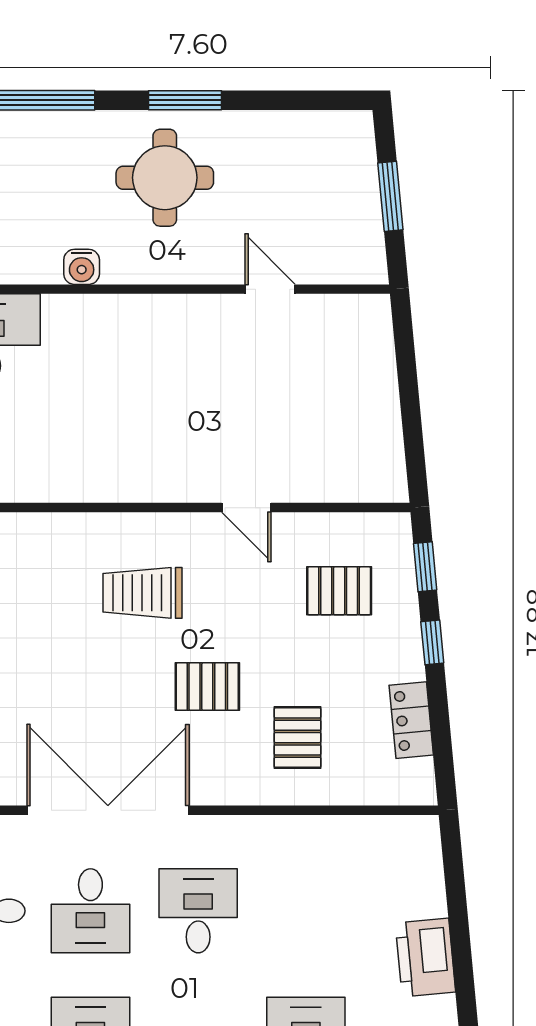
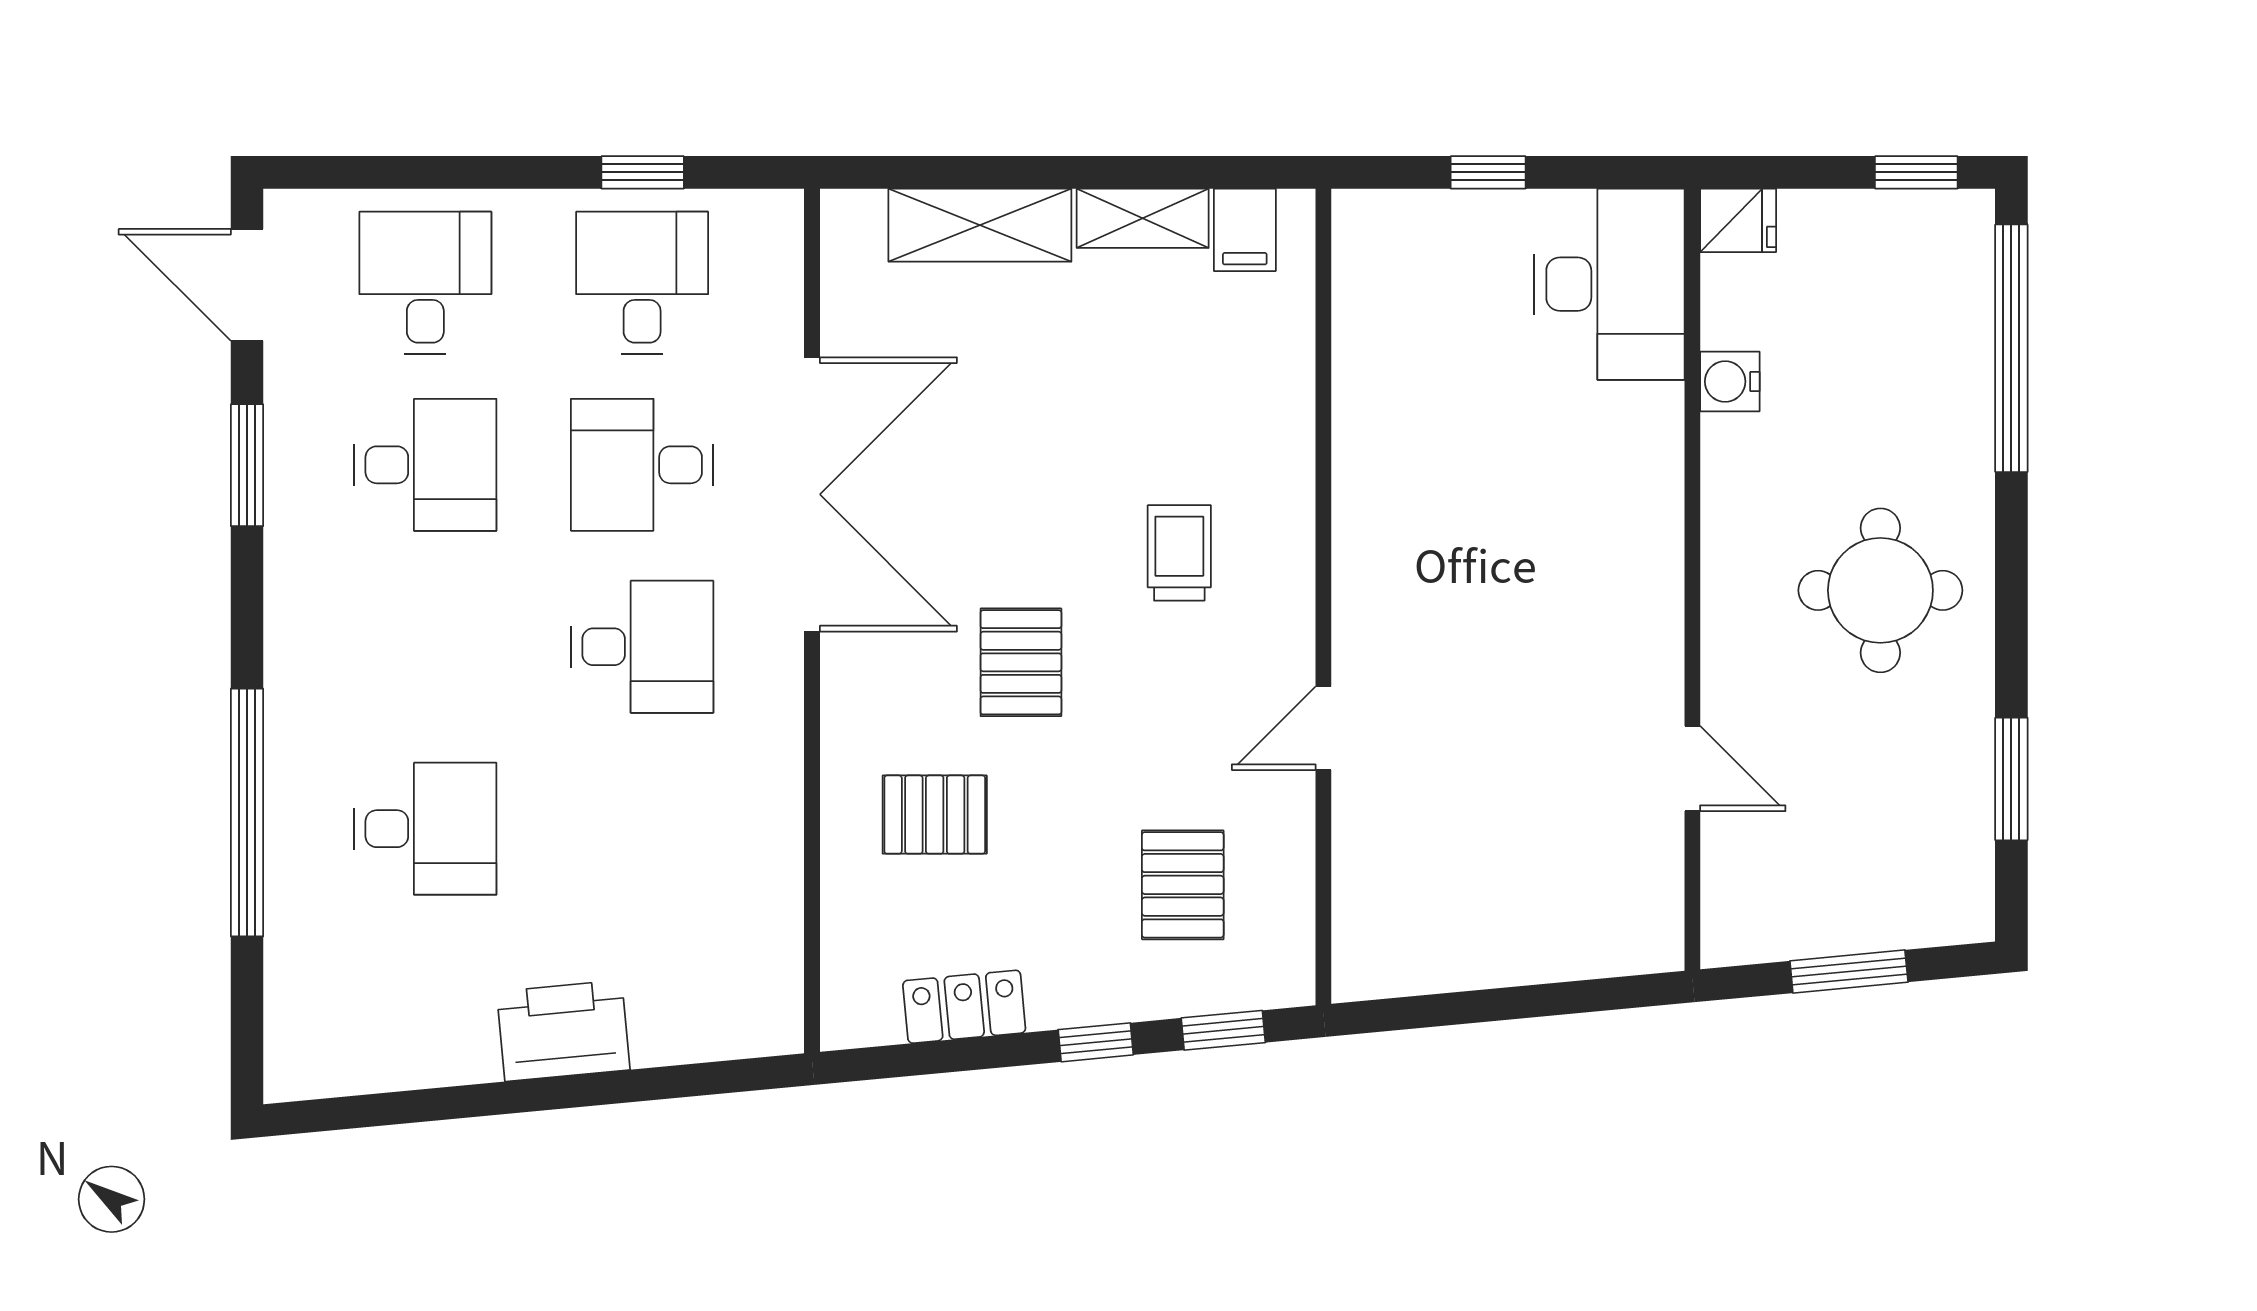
window: (185, 100) -> (2011, 779), moved
water cooler: (82, 267) -> (1730, 382), moved
door: (270, 289) -> (1692, 768), hinge flipped
trolley: (143, 593) -> (1179, 553), width x0.73, depth x0.72

